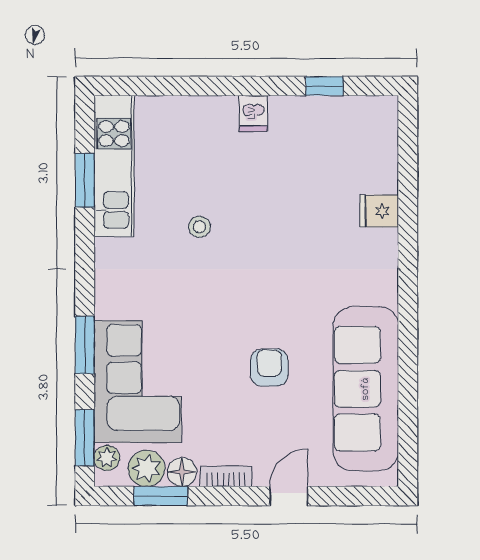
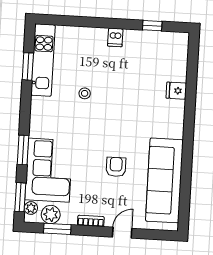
floor lamp: (182, 472) -> (69, 217), removed

